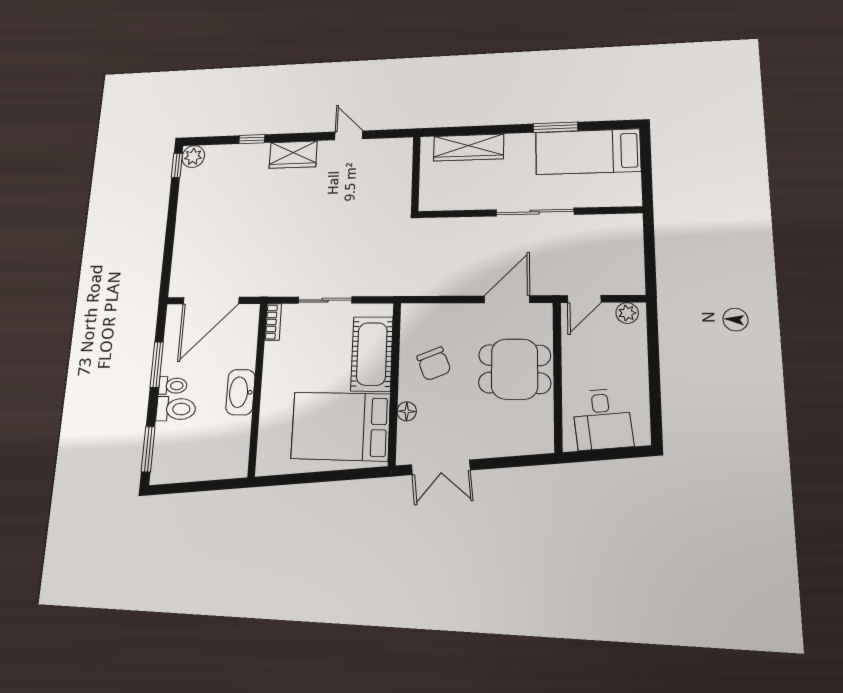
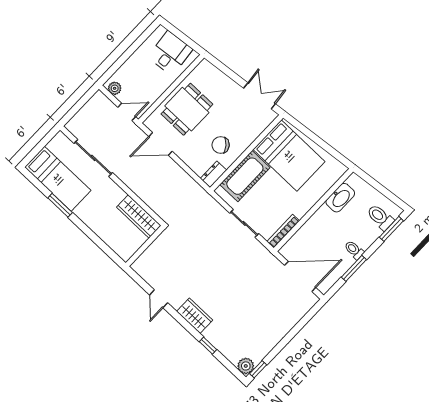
wardrobe: (468, 148) -> (139, 216), moved, turned 180
sliding door: (535, 212) -> (93, 158), moved
bookcase: (273, 322) -> (283, 231), width x1.56
dresser: (411, 322) -> (213, 174), added
chair: (434, 364) -> (221, 145), turned -107
dining table: (515, 369) -> (187, 109), turned 90
washbasin: (240, 392) -> (340, 198), moved
toilet: (176, 409) -> (380, 217), moved
floor lamp: (407, 411) -> (252, 135), removed

